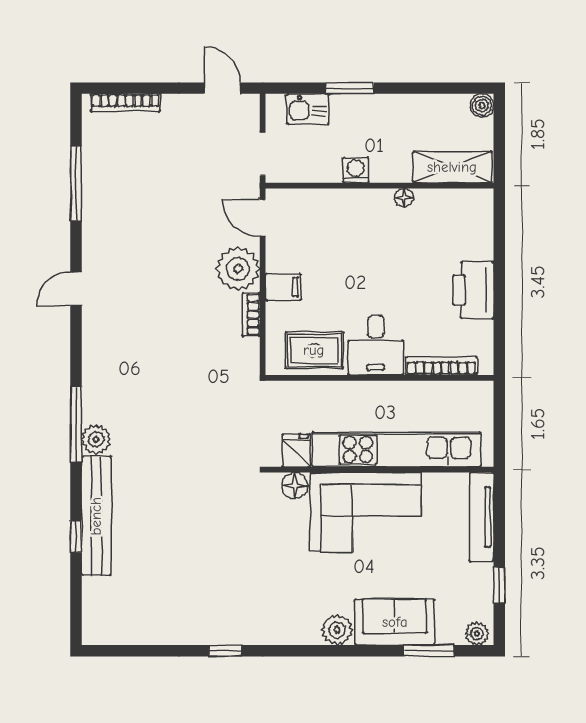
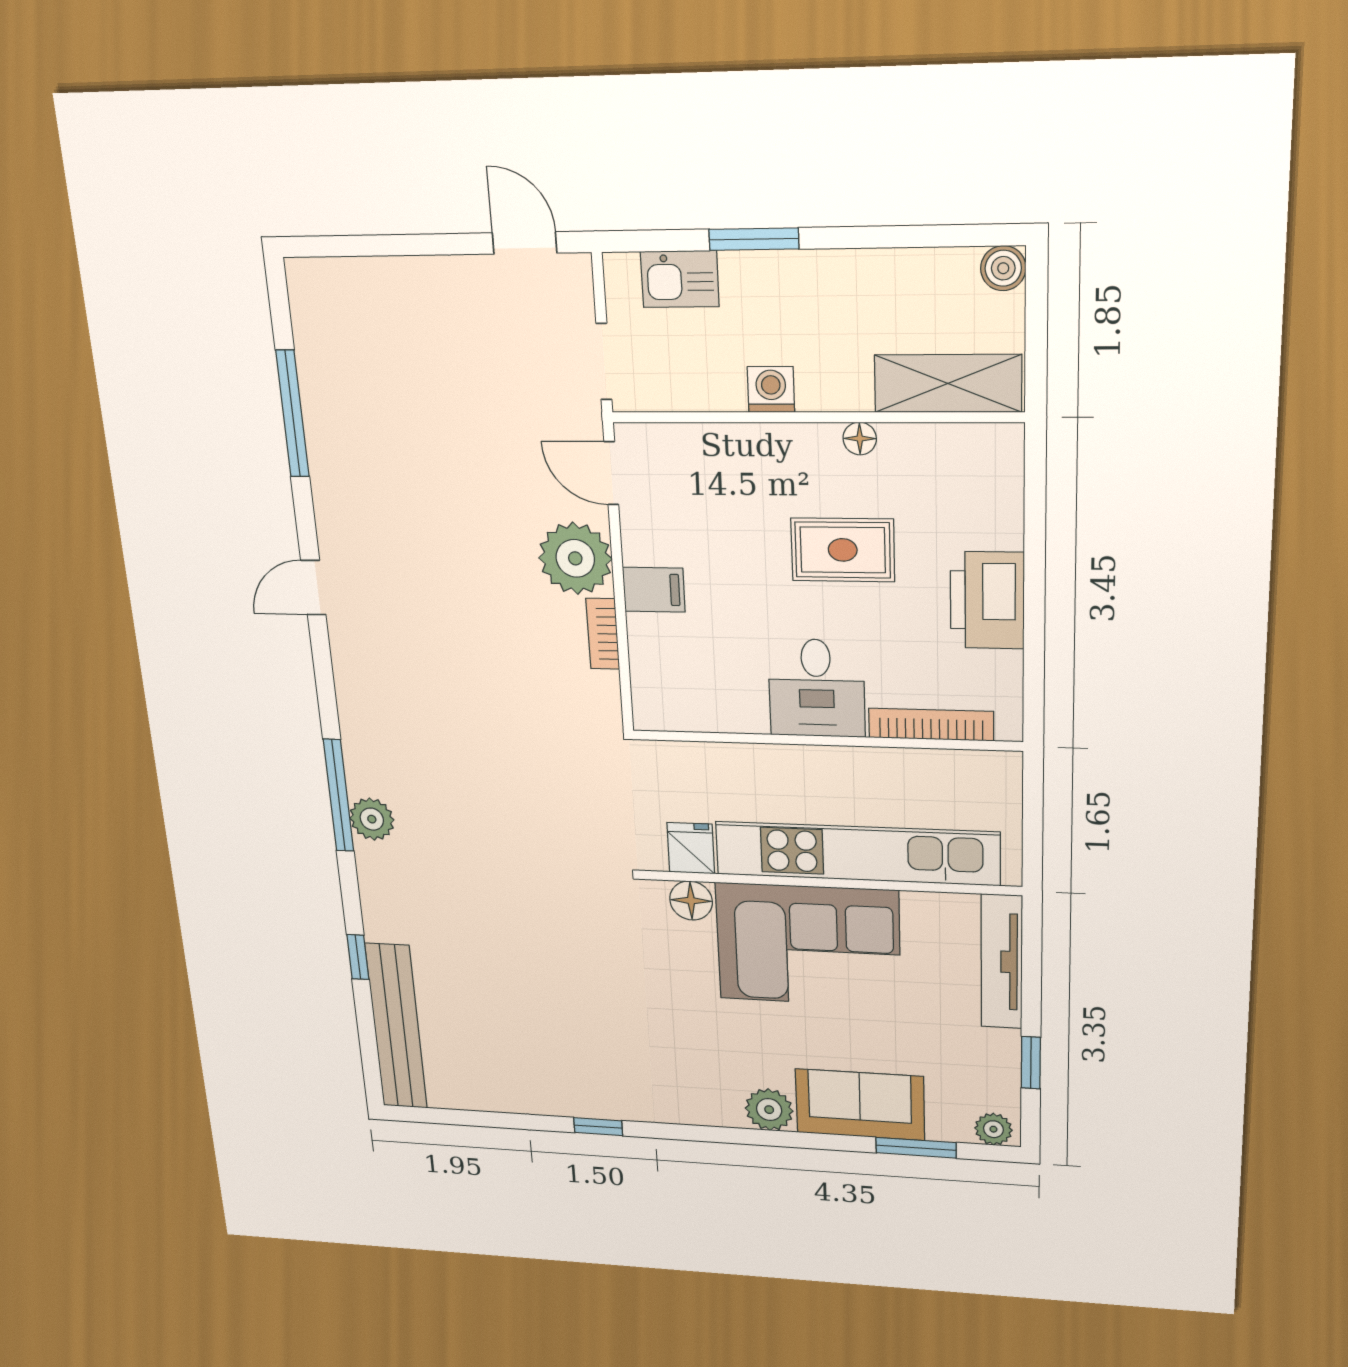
bookcase: (125, 103) -> (359, 272), removed
rug: (314, 350) -> (843, 550), moved
bench: (96, 516) -> (396, 1027), moved

